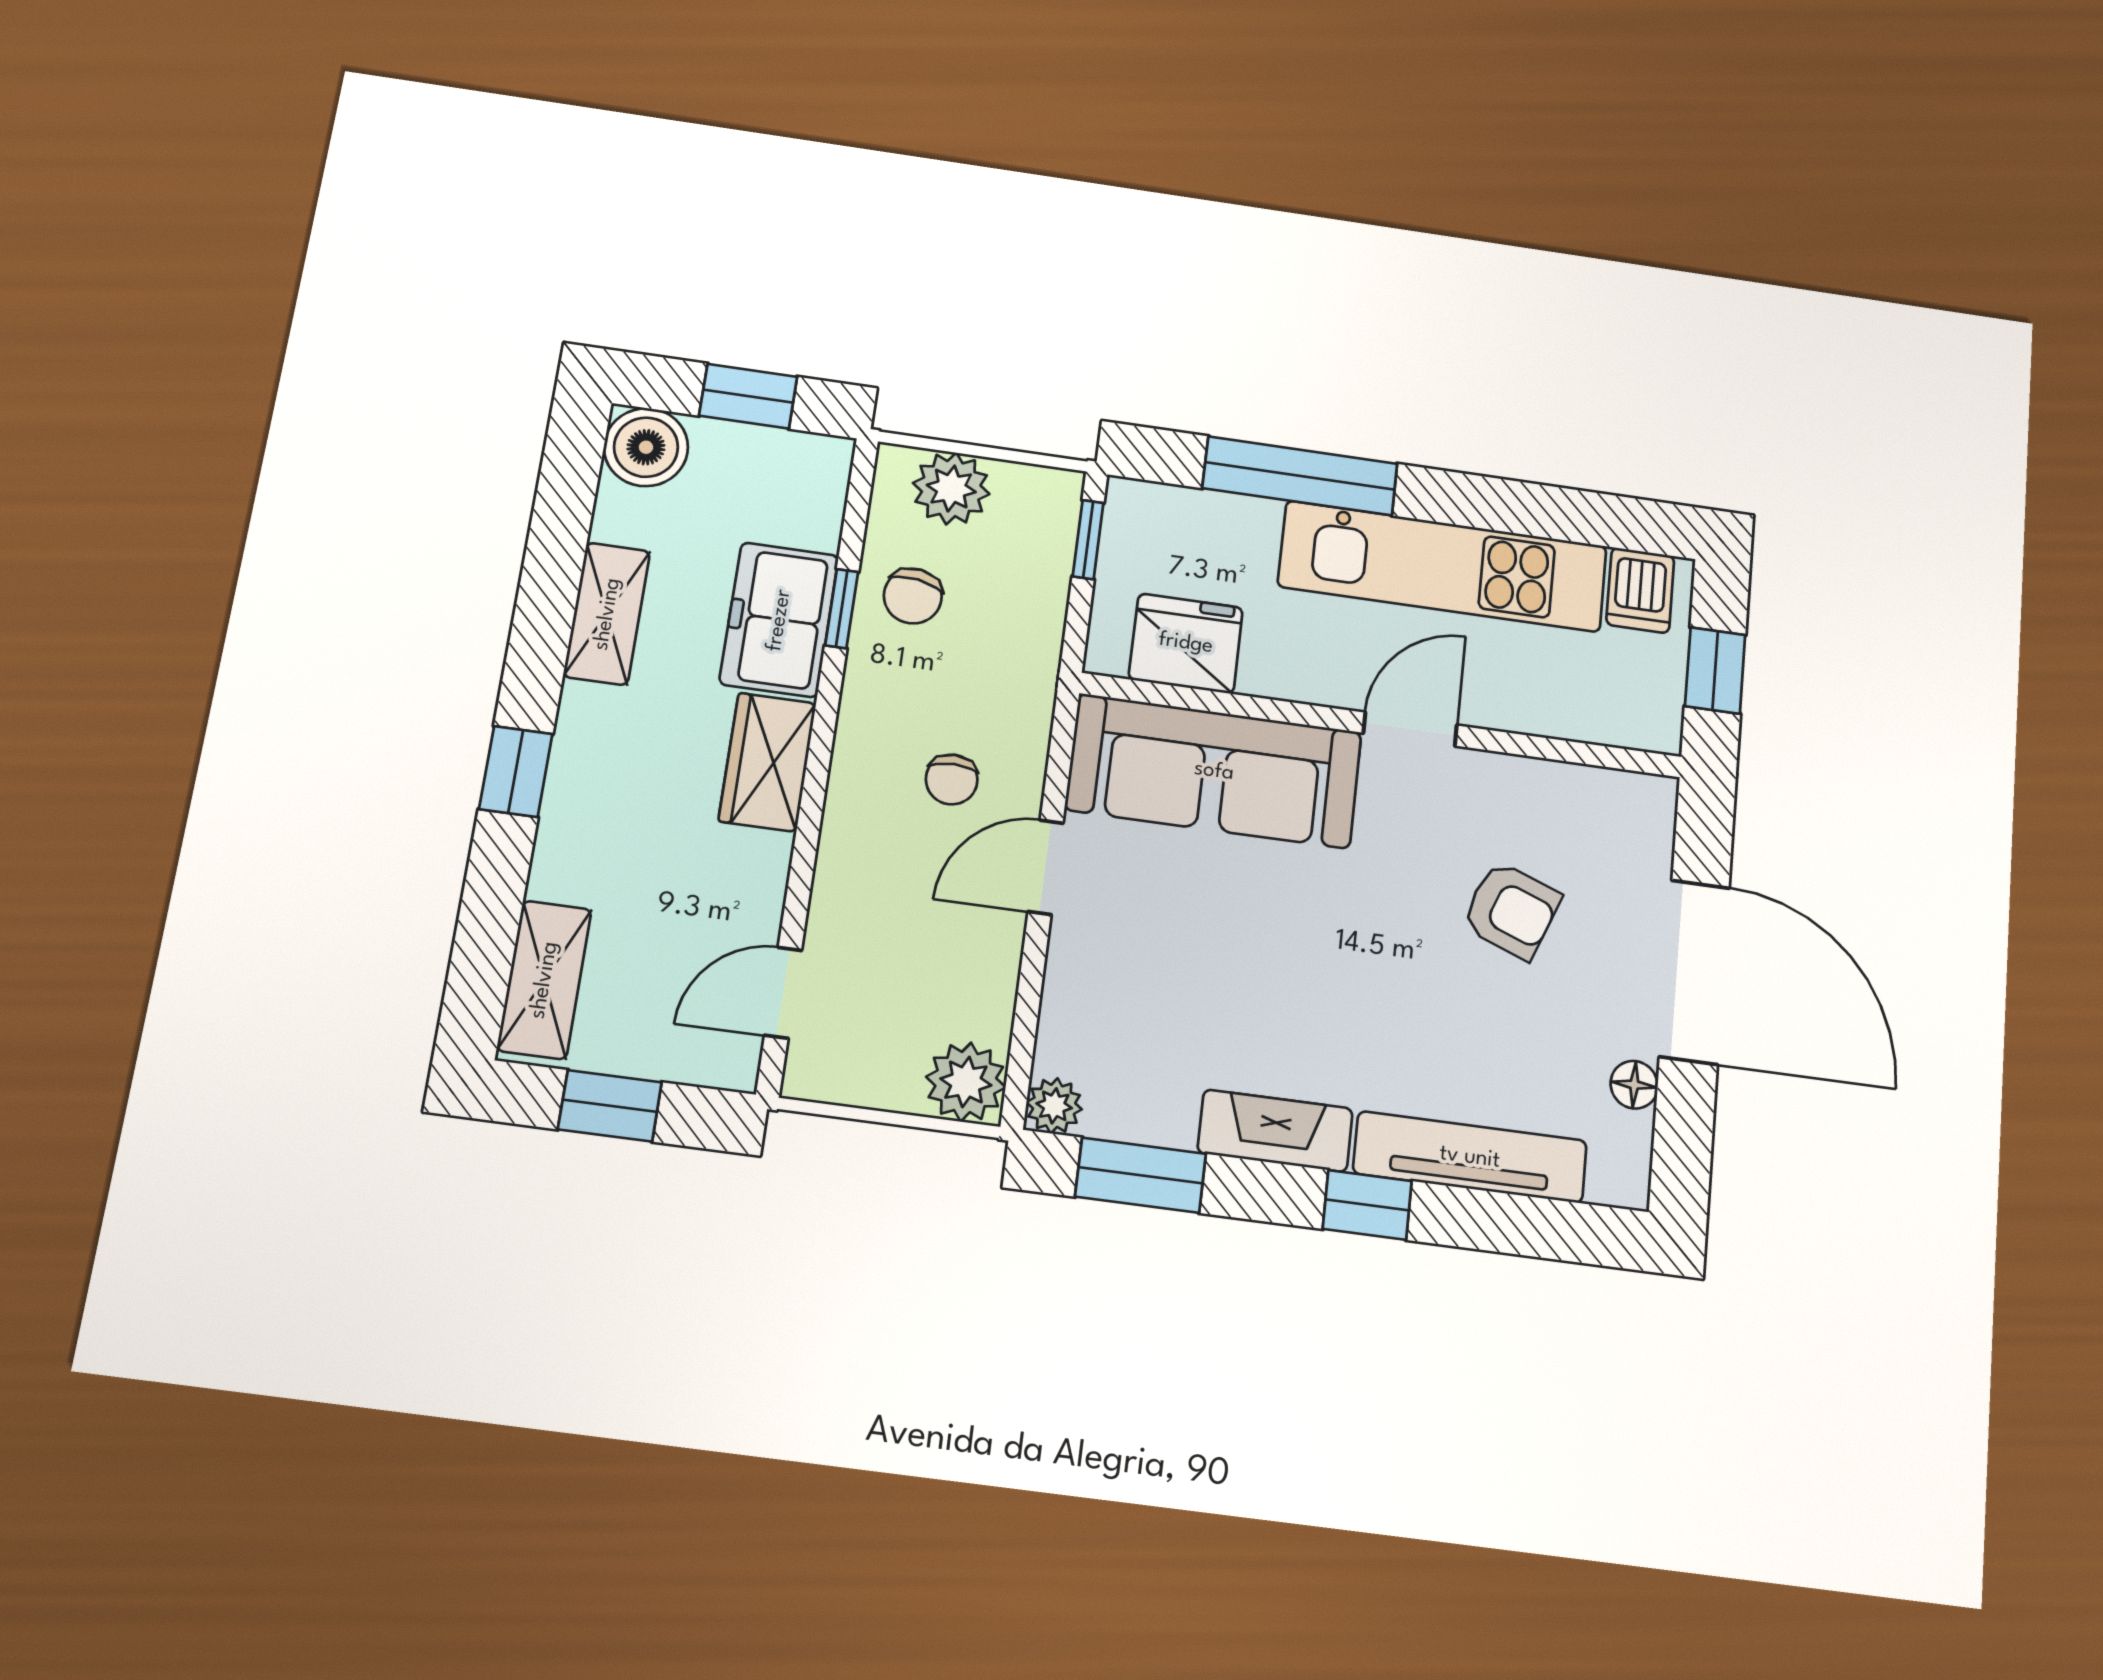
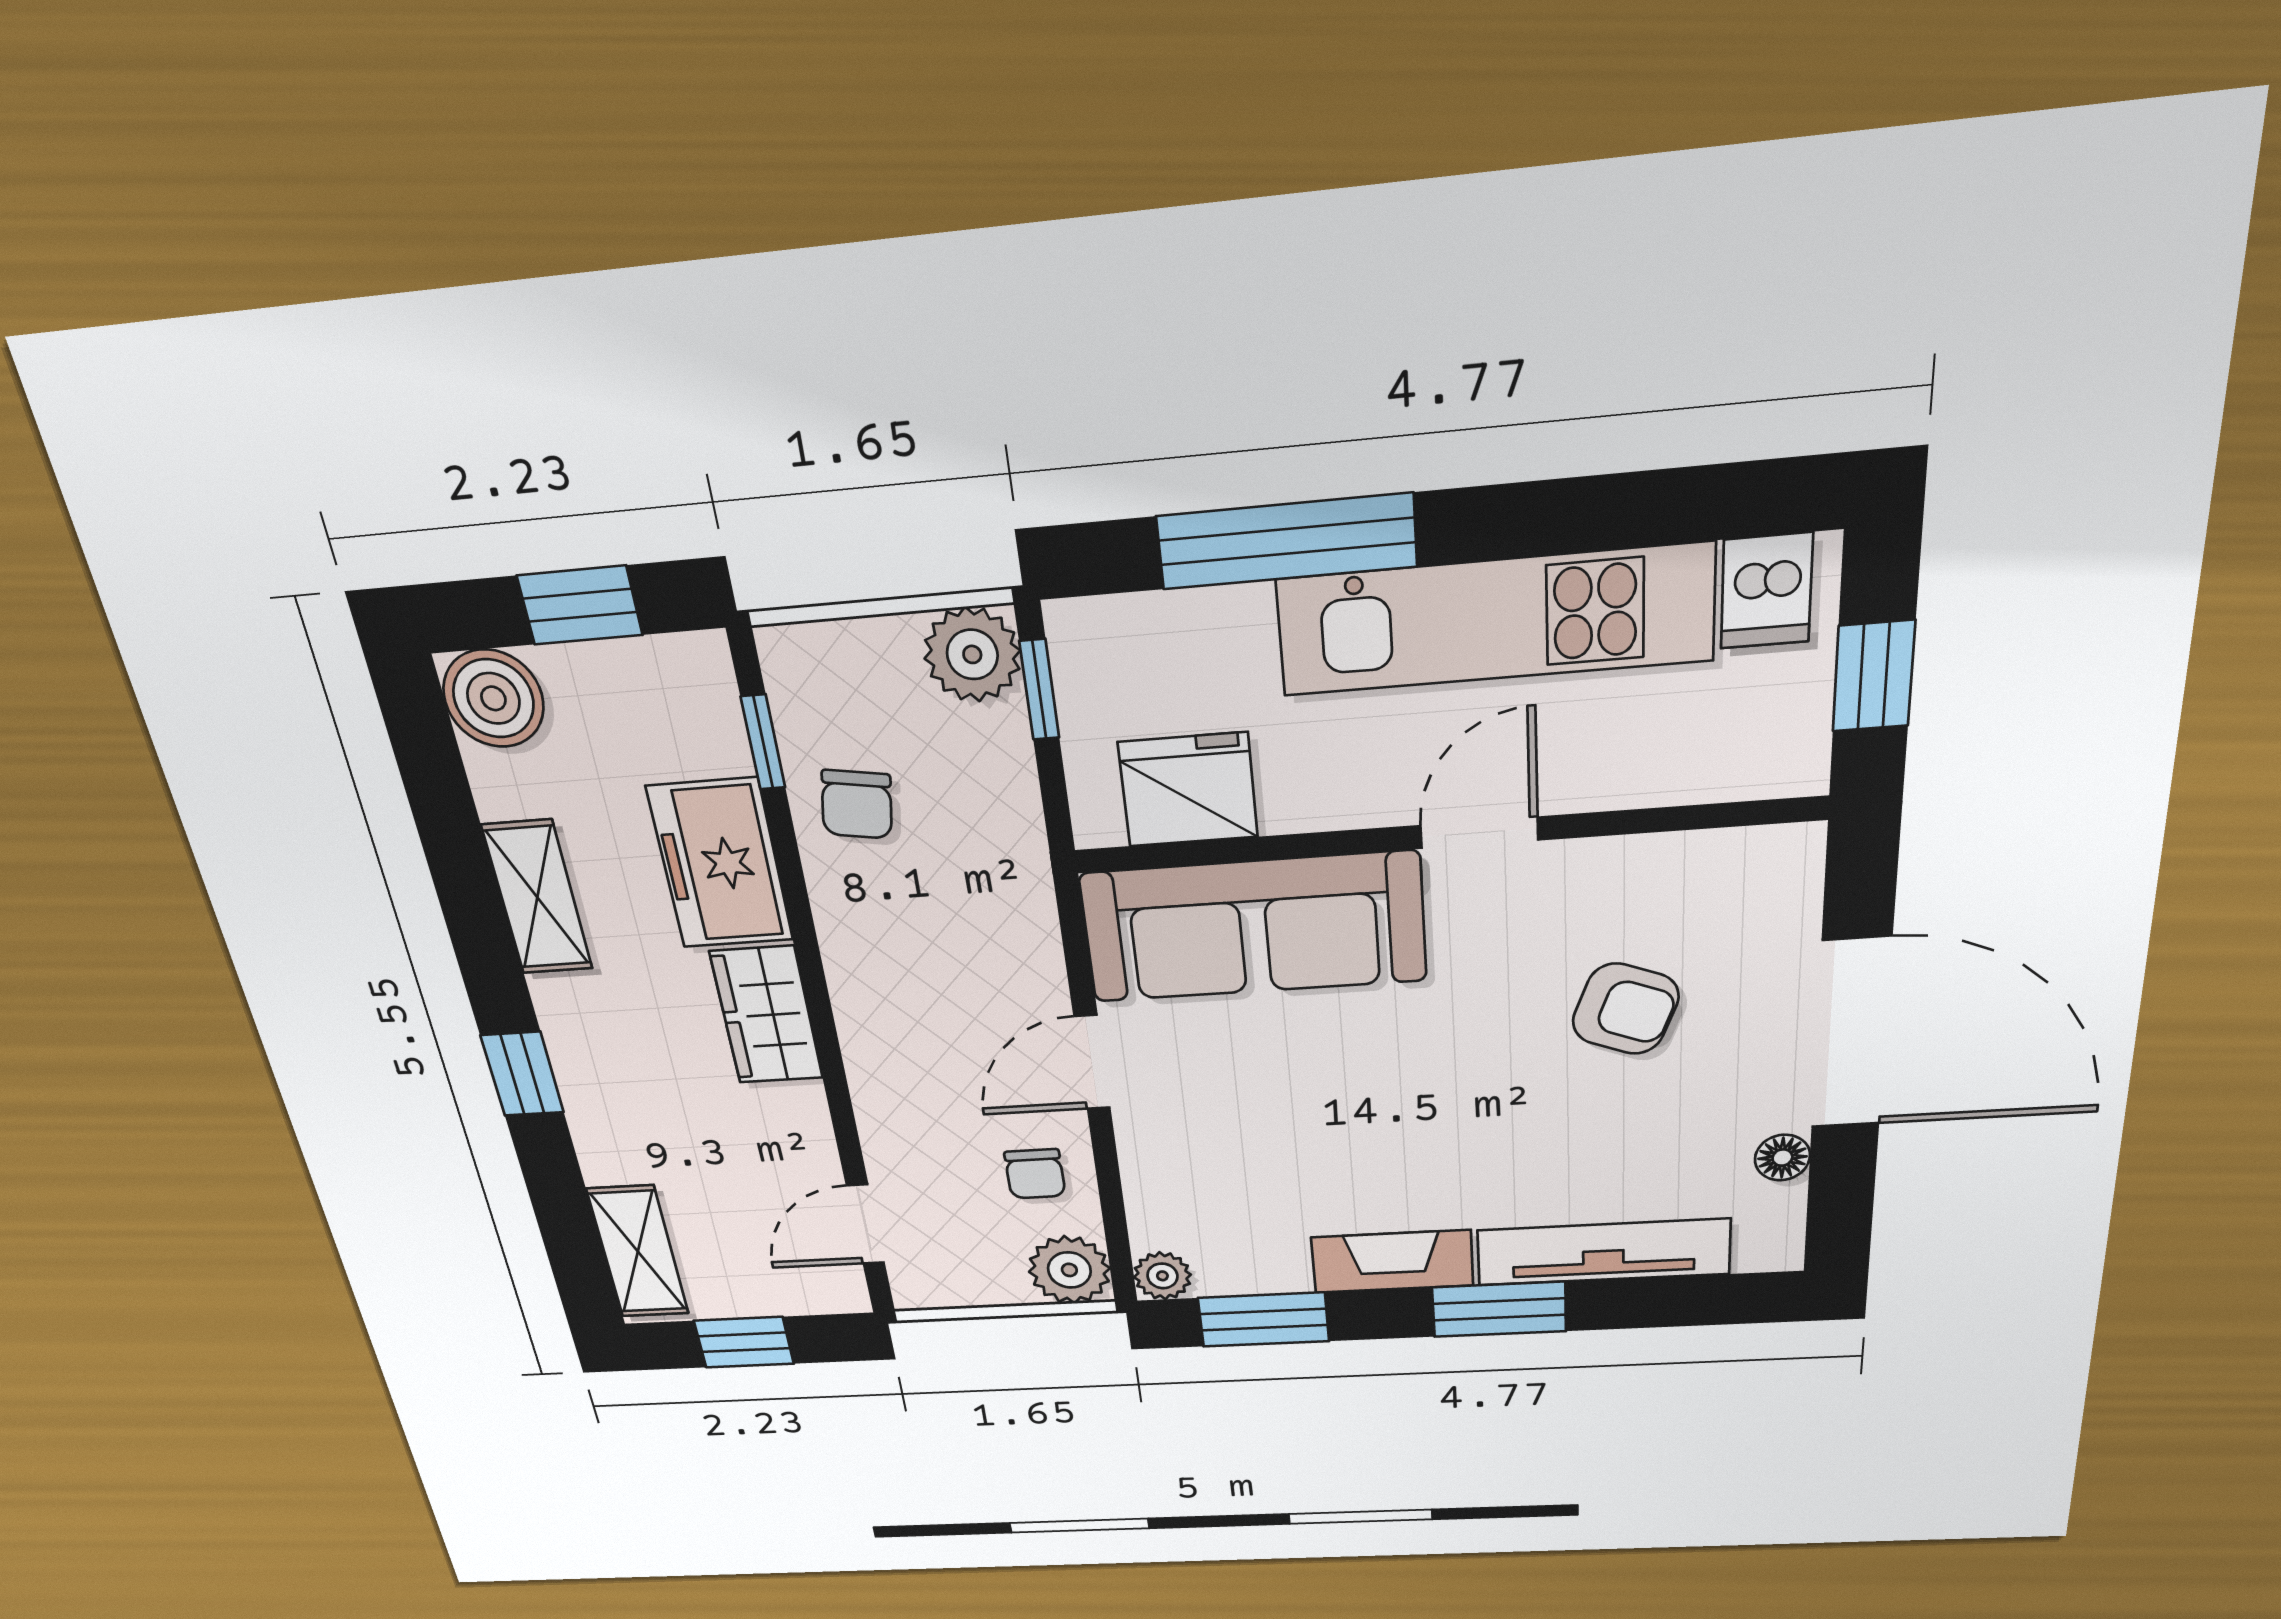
plant: (951, 489) -> (972, 654), moved
window: (842, 609) -> (763, 742), moved
chair: (952, 779) -> (1035, 1174), moved
window: (1367, 1205) -> (1499, 1309), width x1.50

